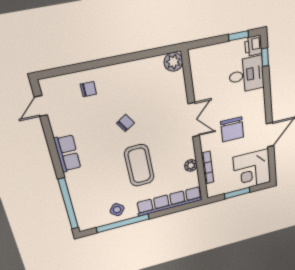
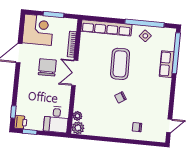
desk: (246, 75) -> (56, 119), moved, turned -90
double door: (194, 120) -> (75, 73), moved
row of seats: (67, 153) -> (167, 64), moved
plant: (191, 165) -> (77, 116), moved

